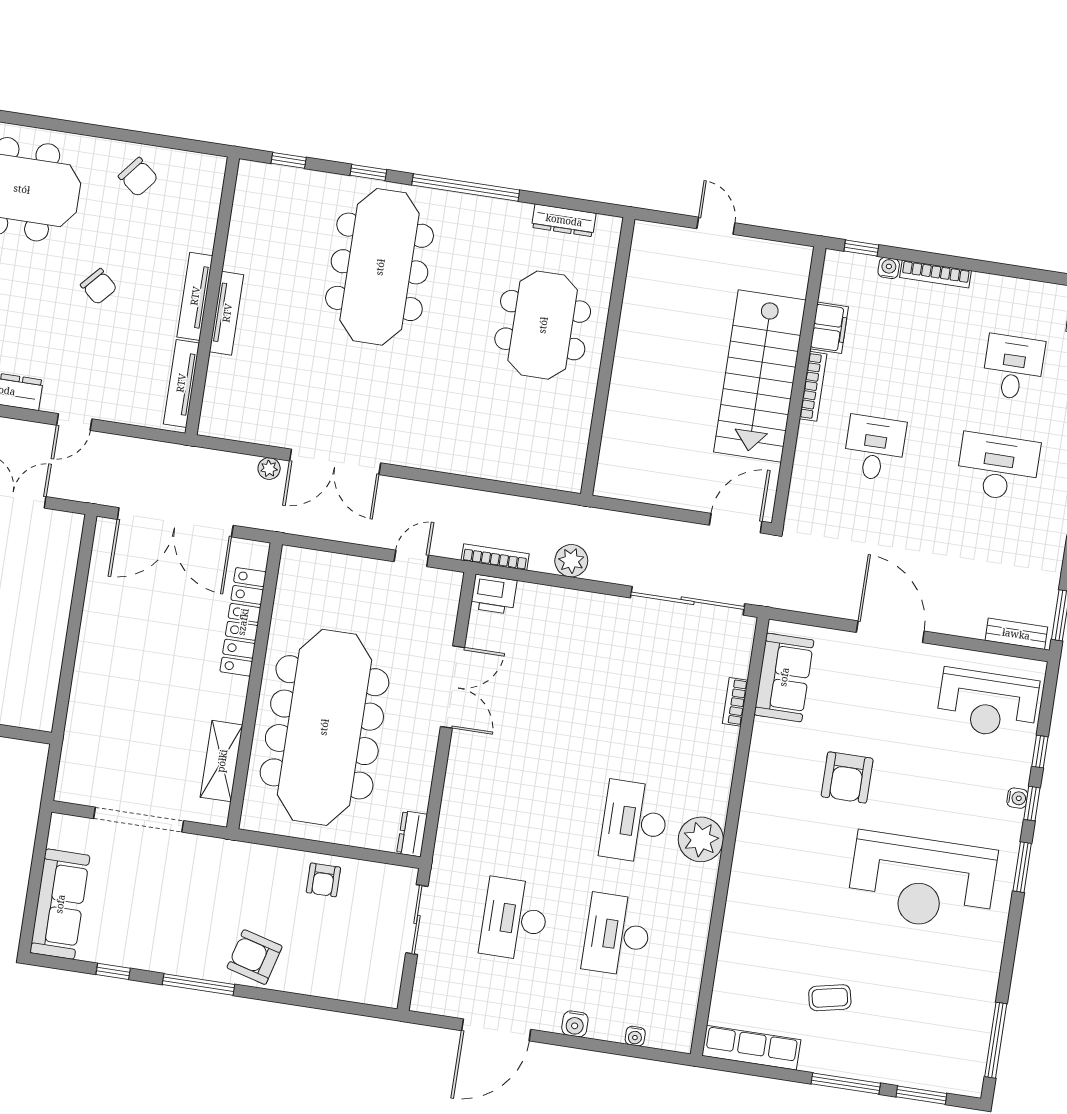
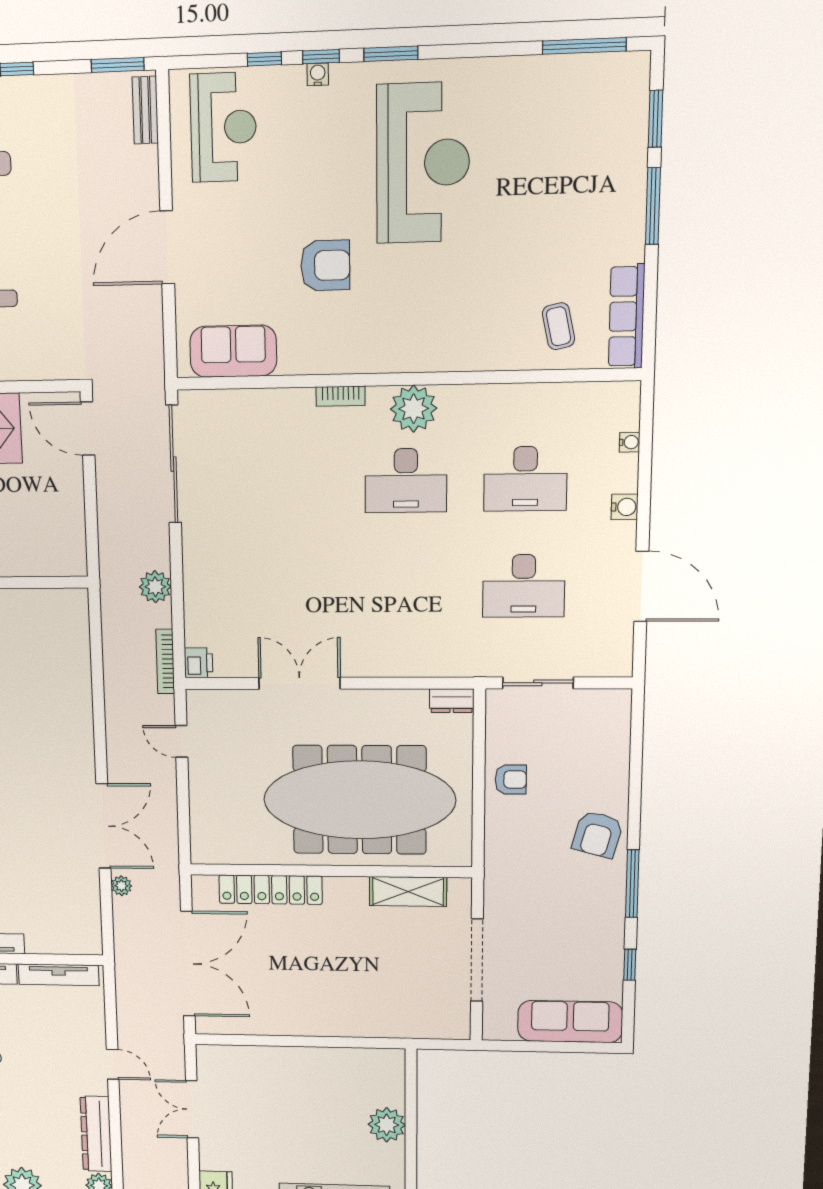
printer: (494, 594) -> (199, 663), width x0.73, depth x0.81
bookcase: (735, 702) -> (341, 396), moved
coffee table: (830, 998) -> (559, 326), moved

